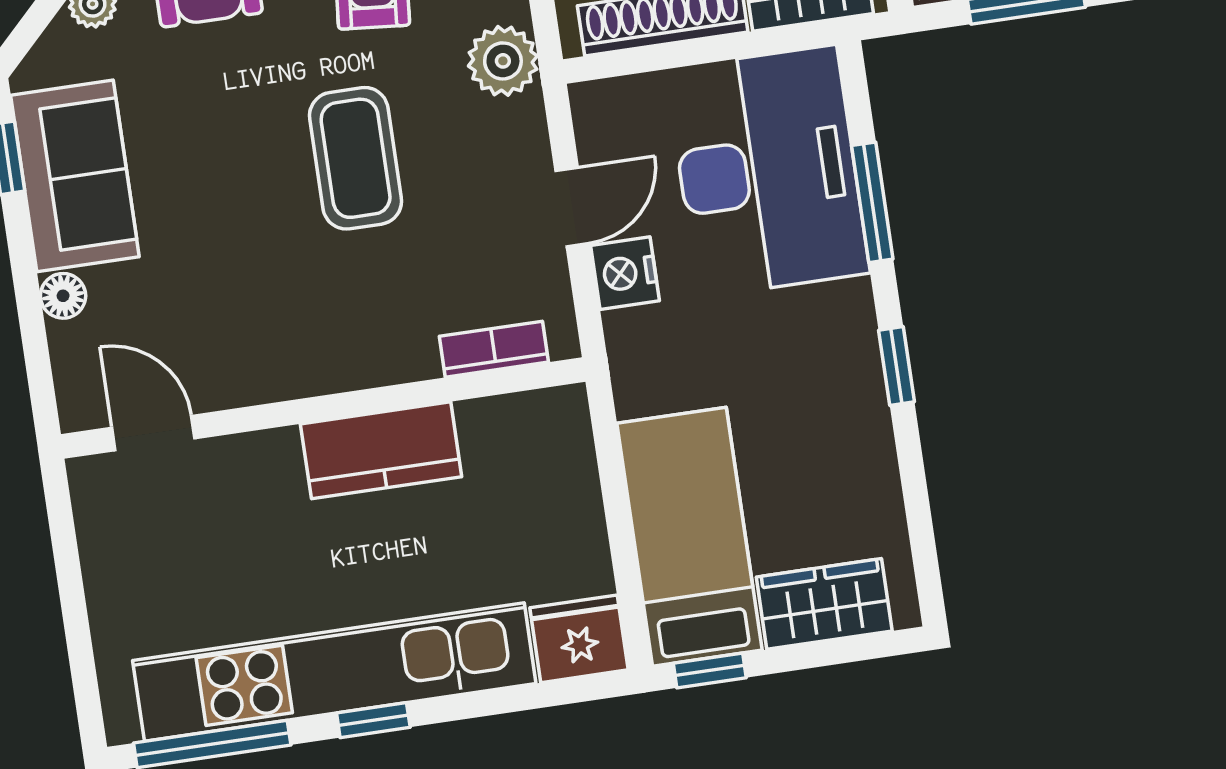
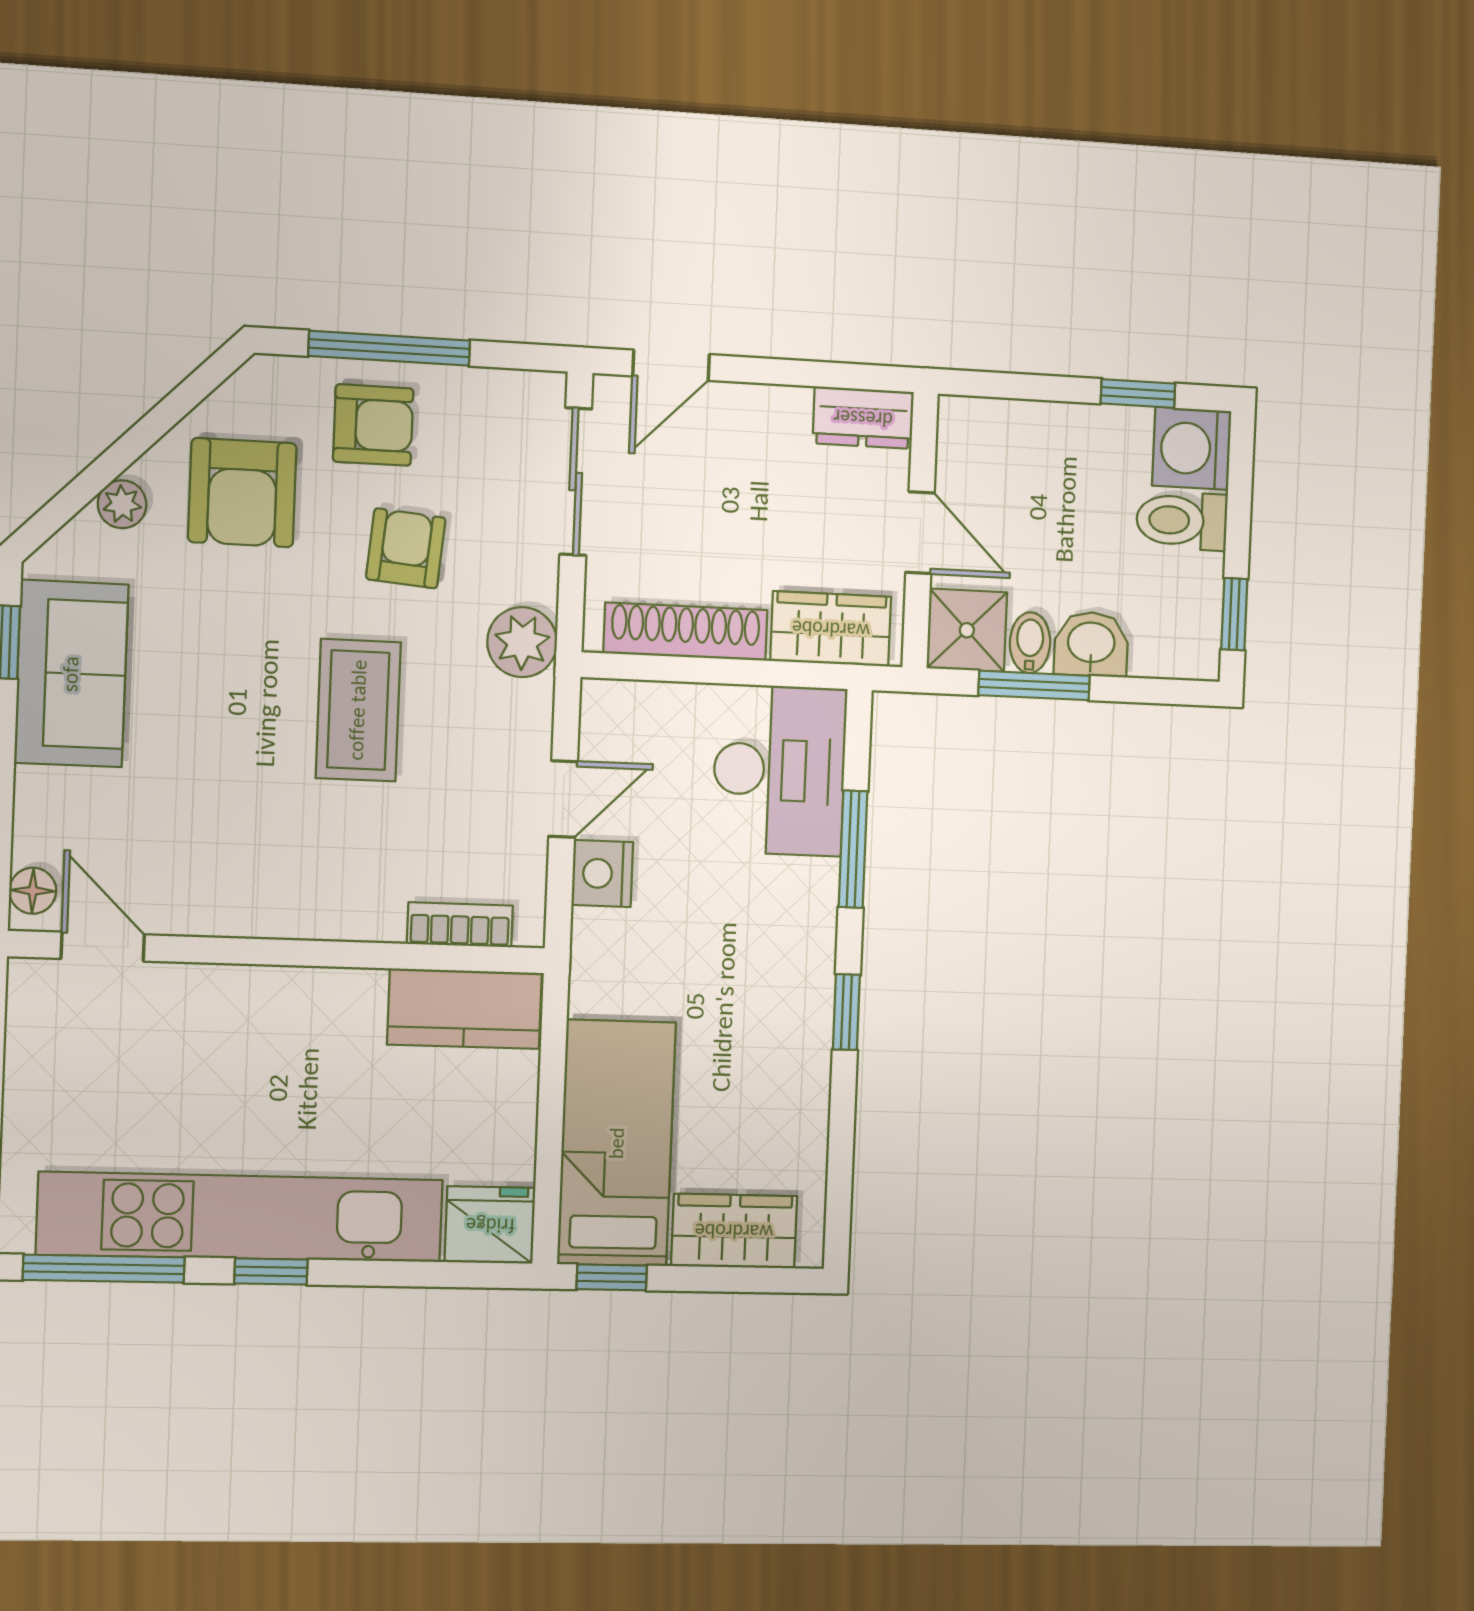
desk: (768, 171) -> (779, 770), width x0.73, depth x0.77
floor lamp: (63, 296) -> (33, 891), moved
kitchen counter: (381, 450) -> (465, 1009), moved

